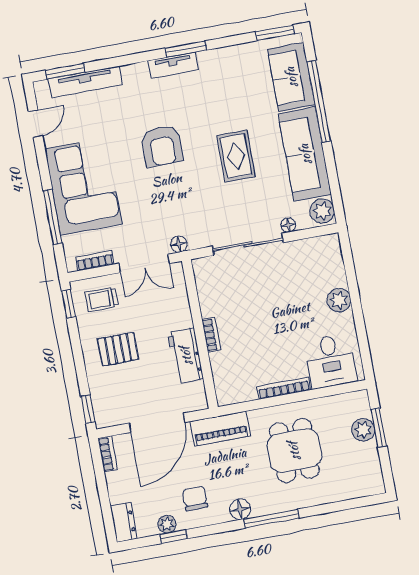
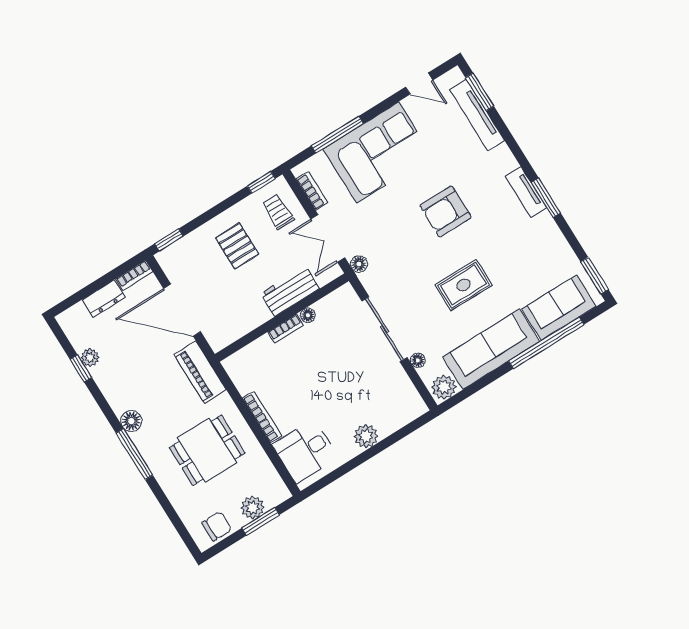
floor lamp: (207, 309) -> (308, 315), added
workbench: (186, 356) -> (290, 291), moved
chair: (195, 498) -> (217, 526), moved
dresser: (124, 522) -> (104, 299), moved

